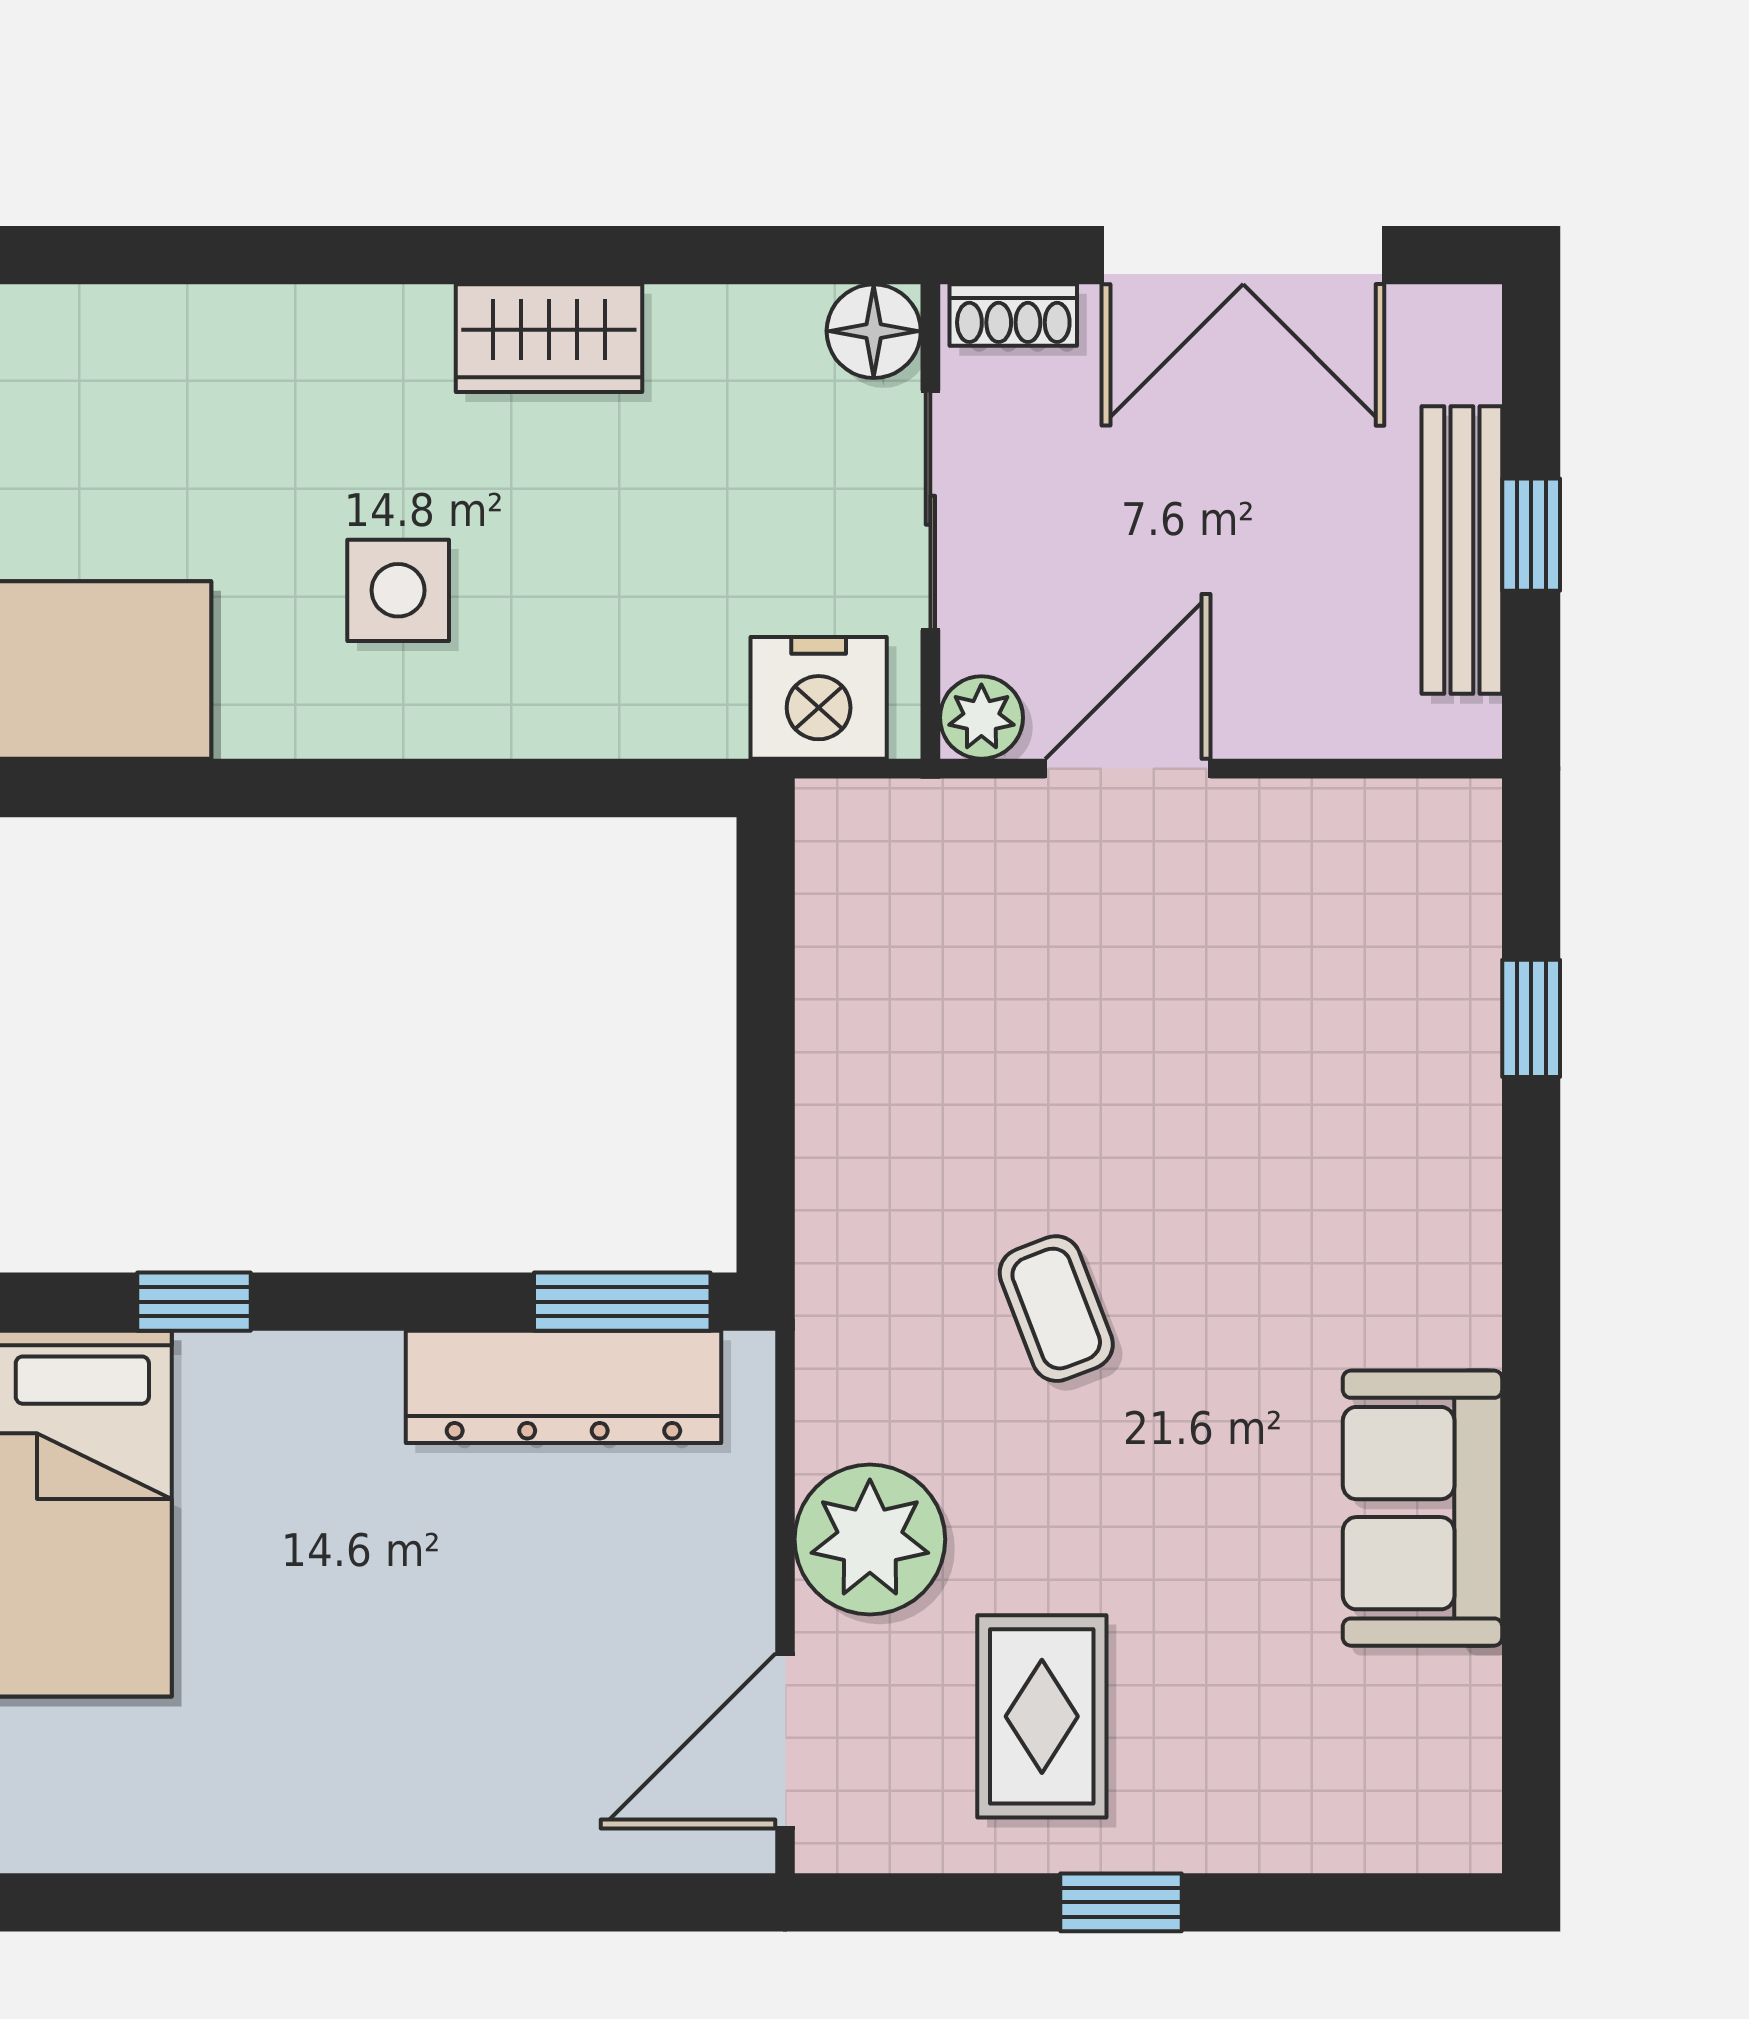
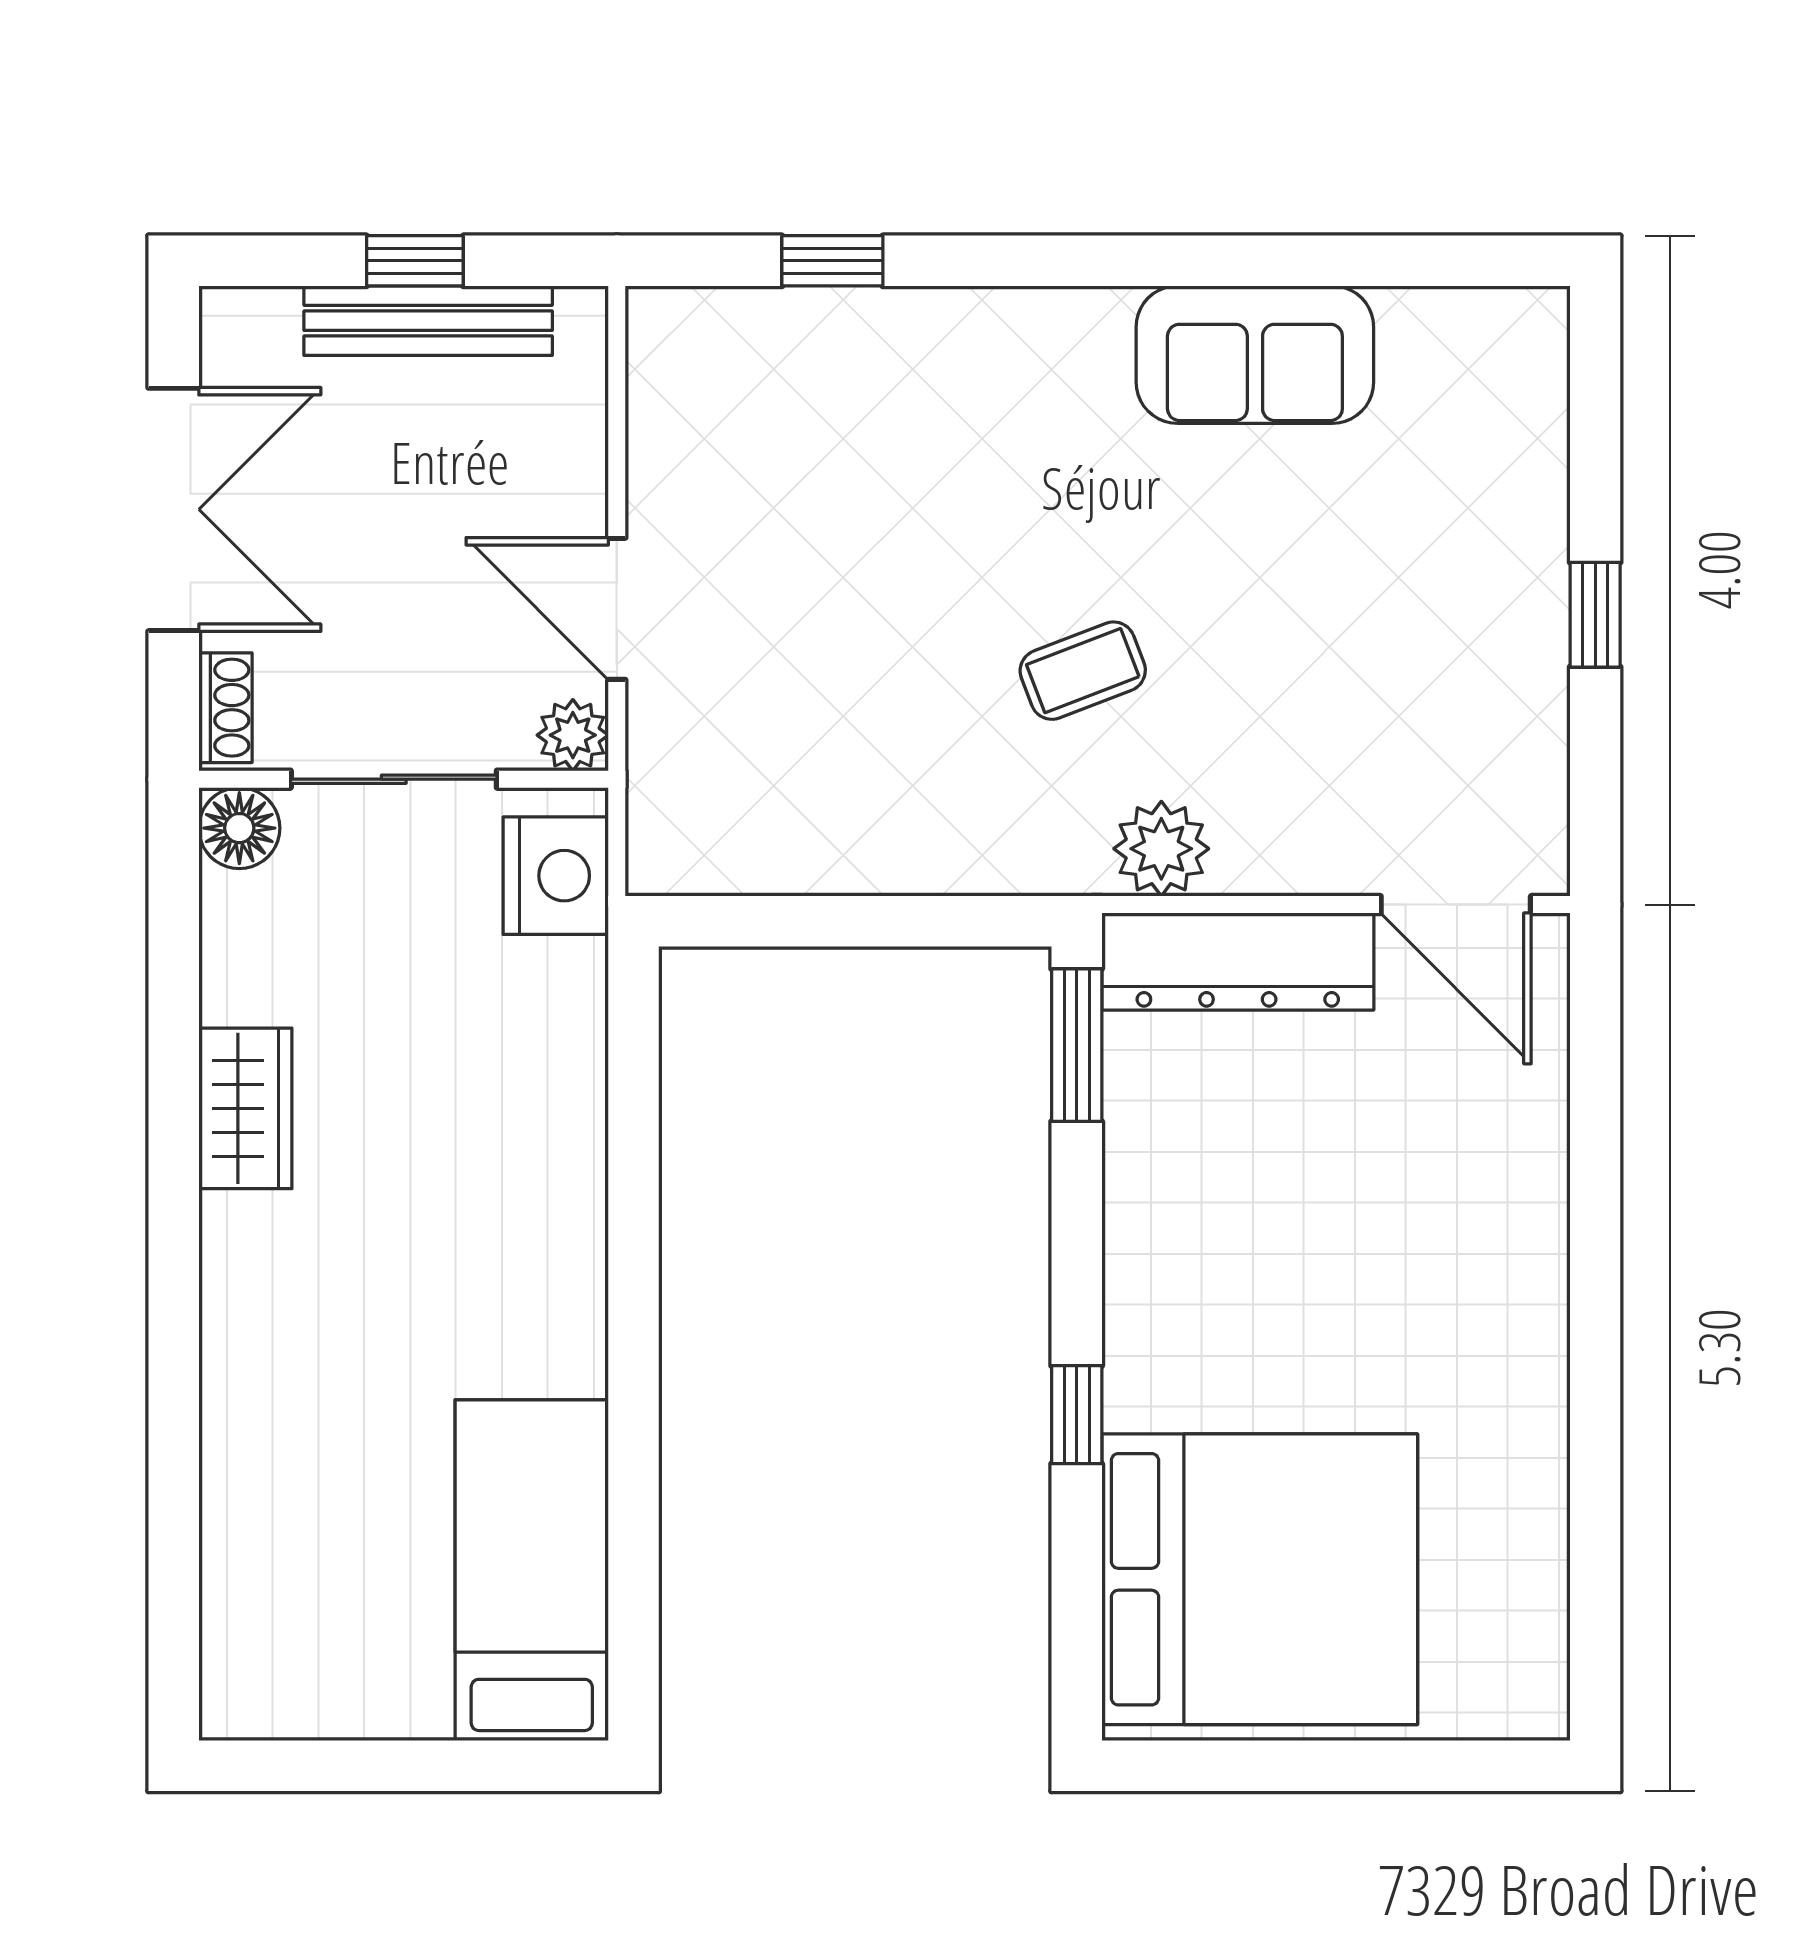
side table: (398, 590) -> (463, 1239), removed
dresser: (563, 1387) -> (1238, 961), moved, turned 90
plant: (870, 1539) -> (1161, 849), moved, width x0.73, depth x0.73
rug: (1042, 1716) -> (1435, 683), removed

